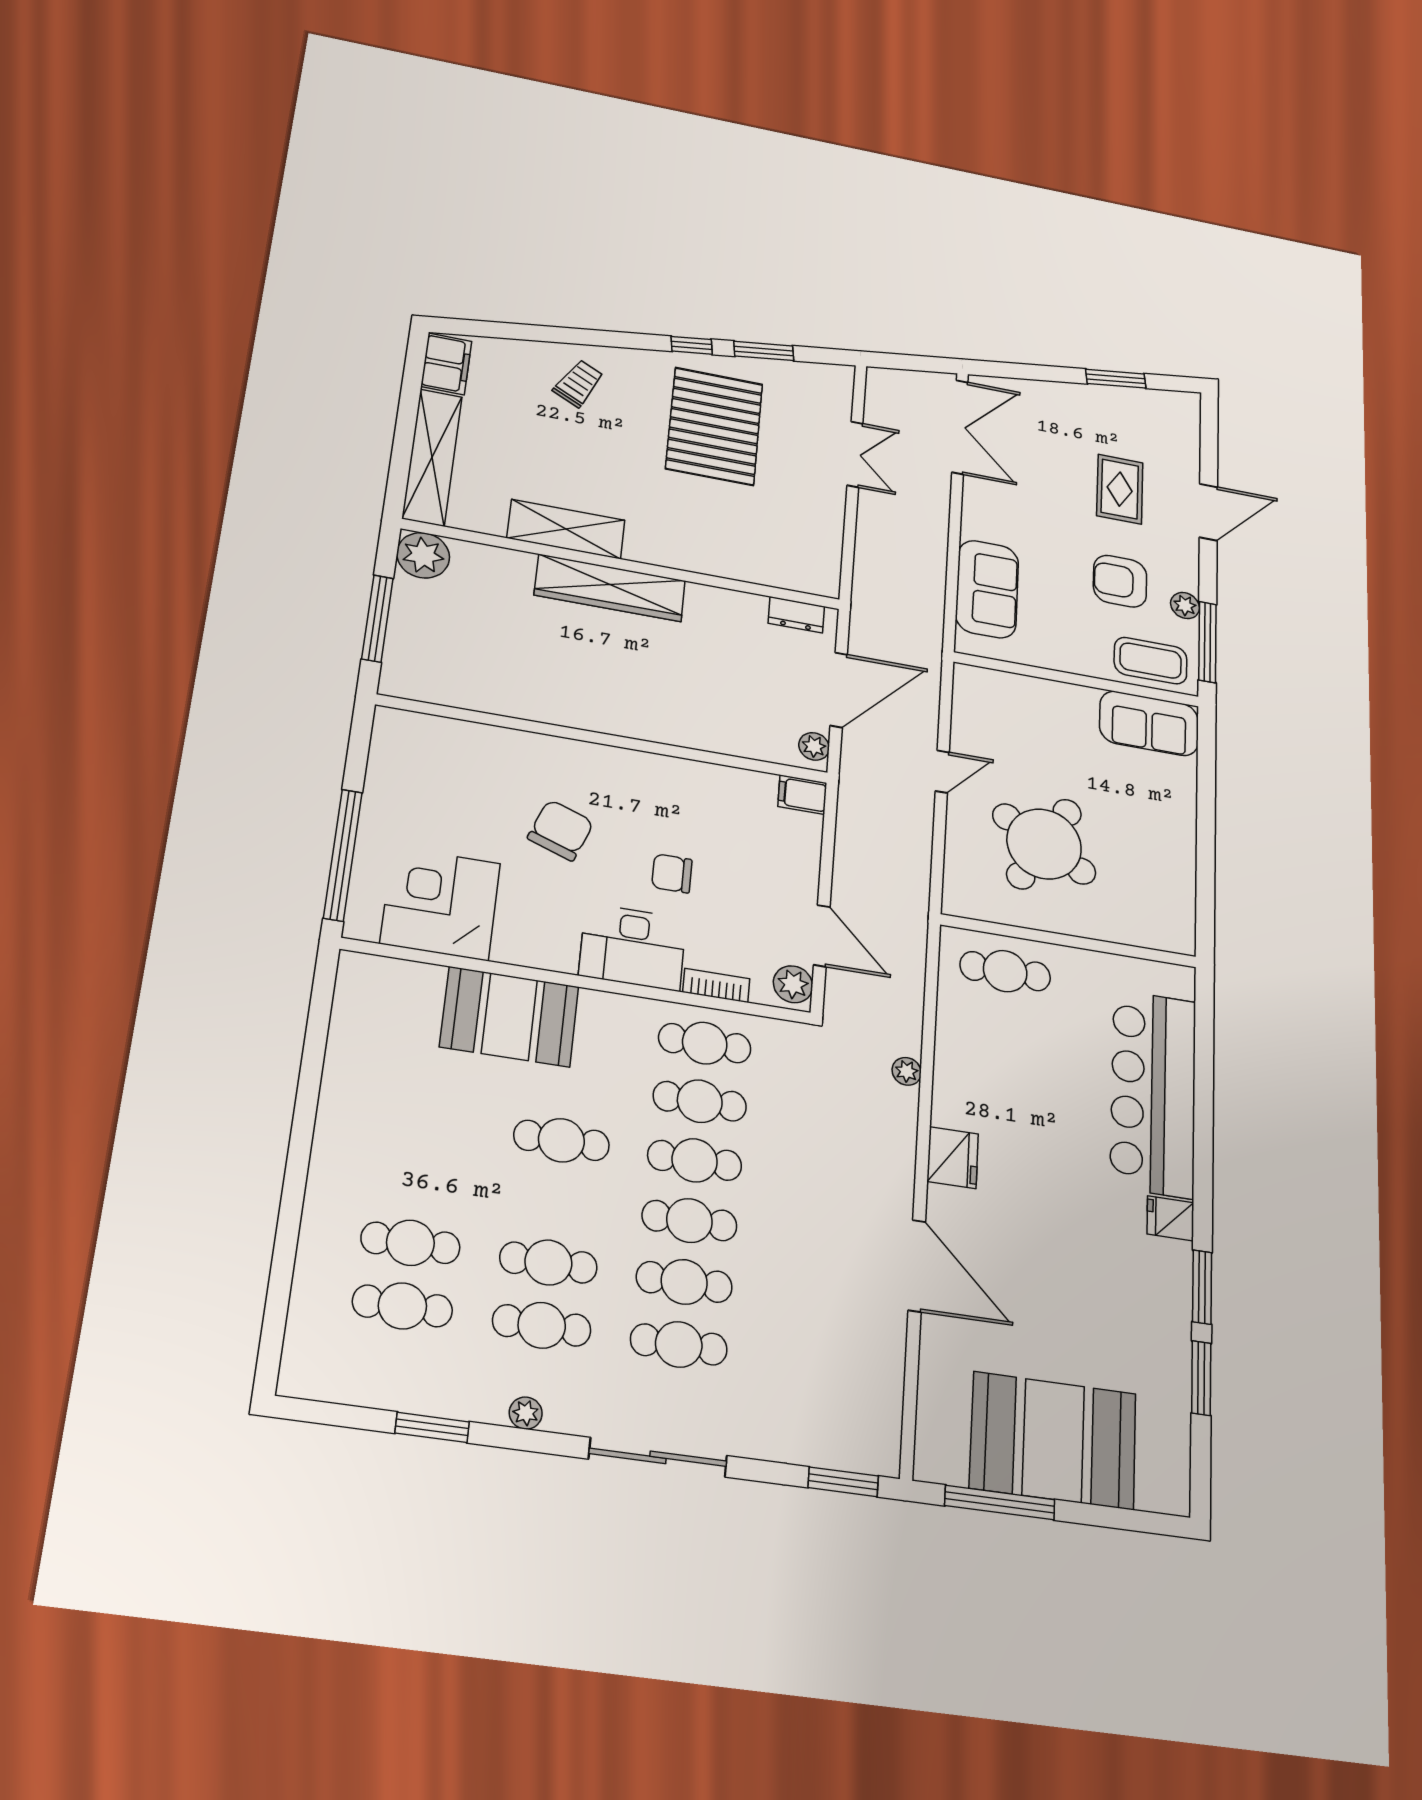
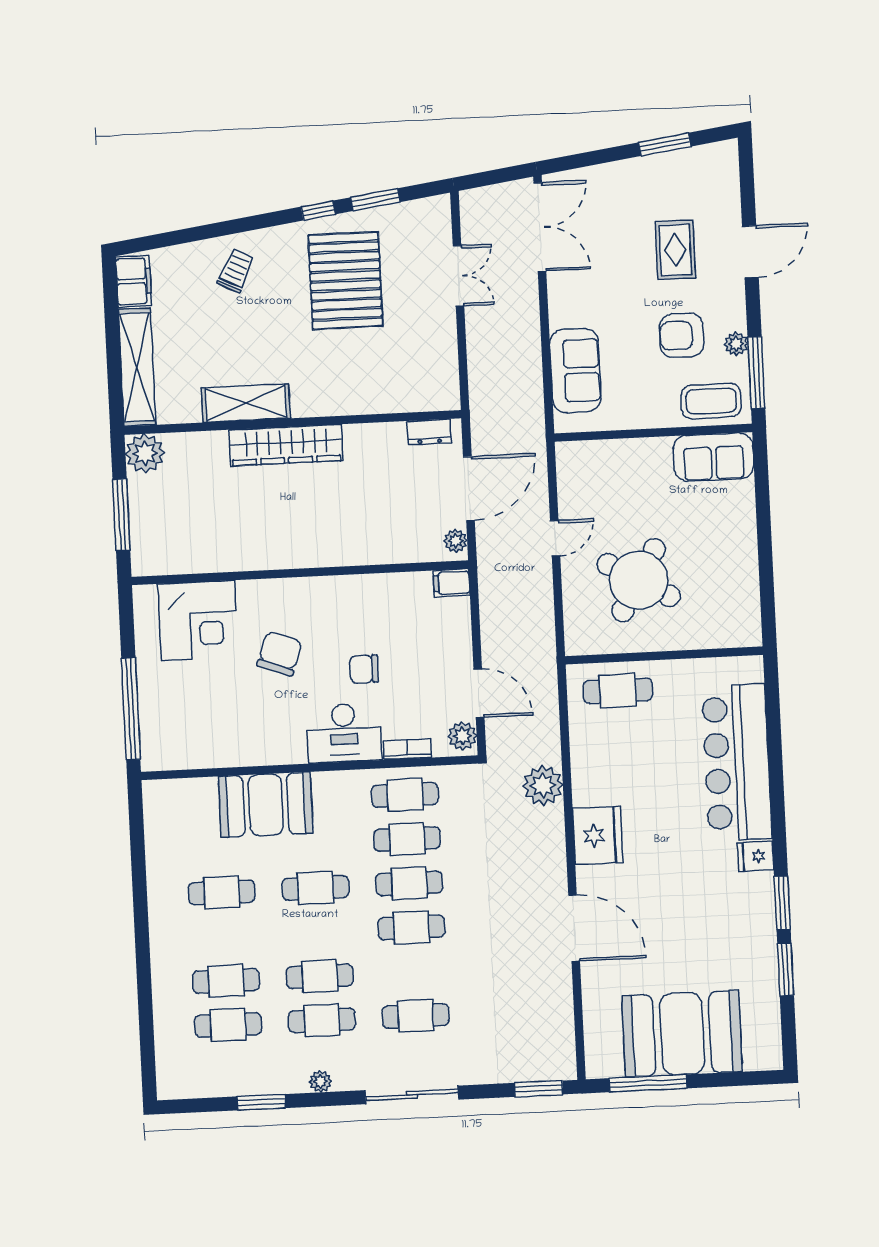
corner desk: (440, 903) -> (198, 620), moved, turned 180
plant: (907, 1071) -> (543, 785), width x1.88, depth x1.88
fridge: (953, 1158) -> (598, 835), width x1.36, depth x1.34
cafe table: (684, 1282) -> (222, 892), moved

